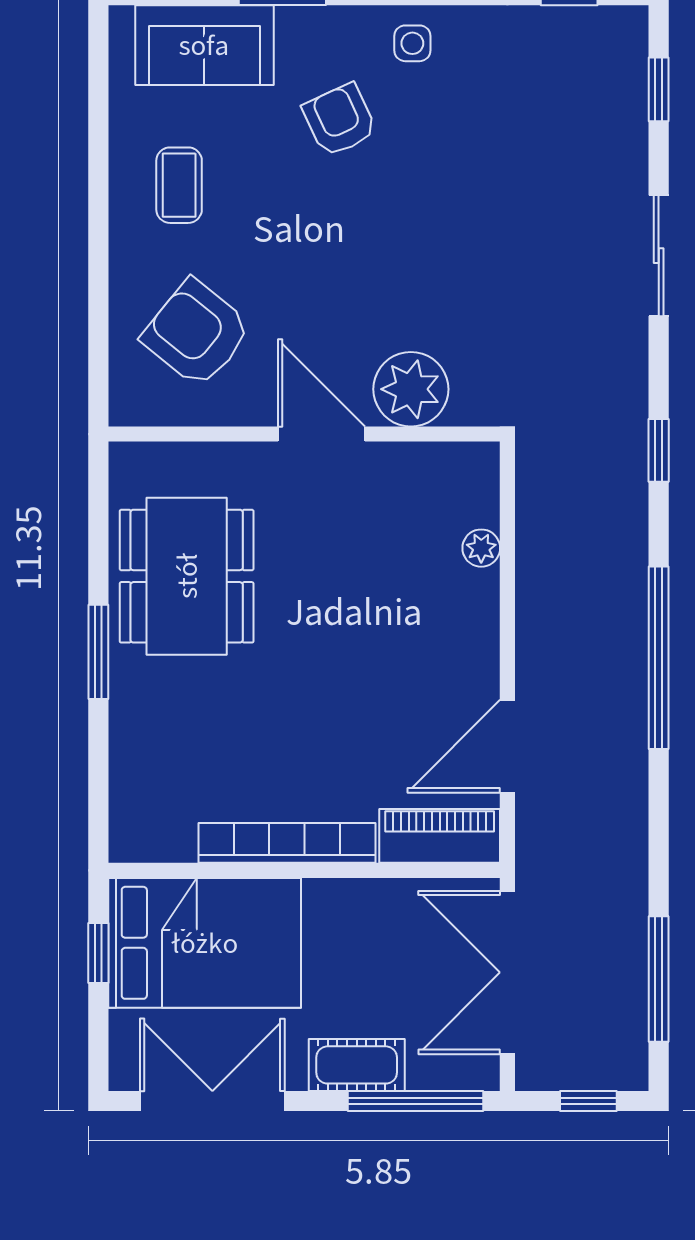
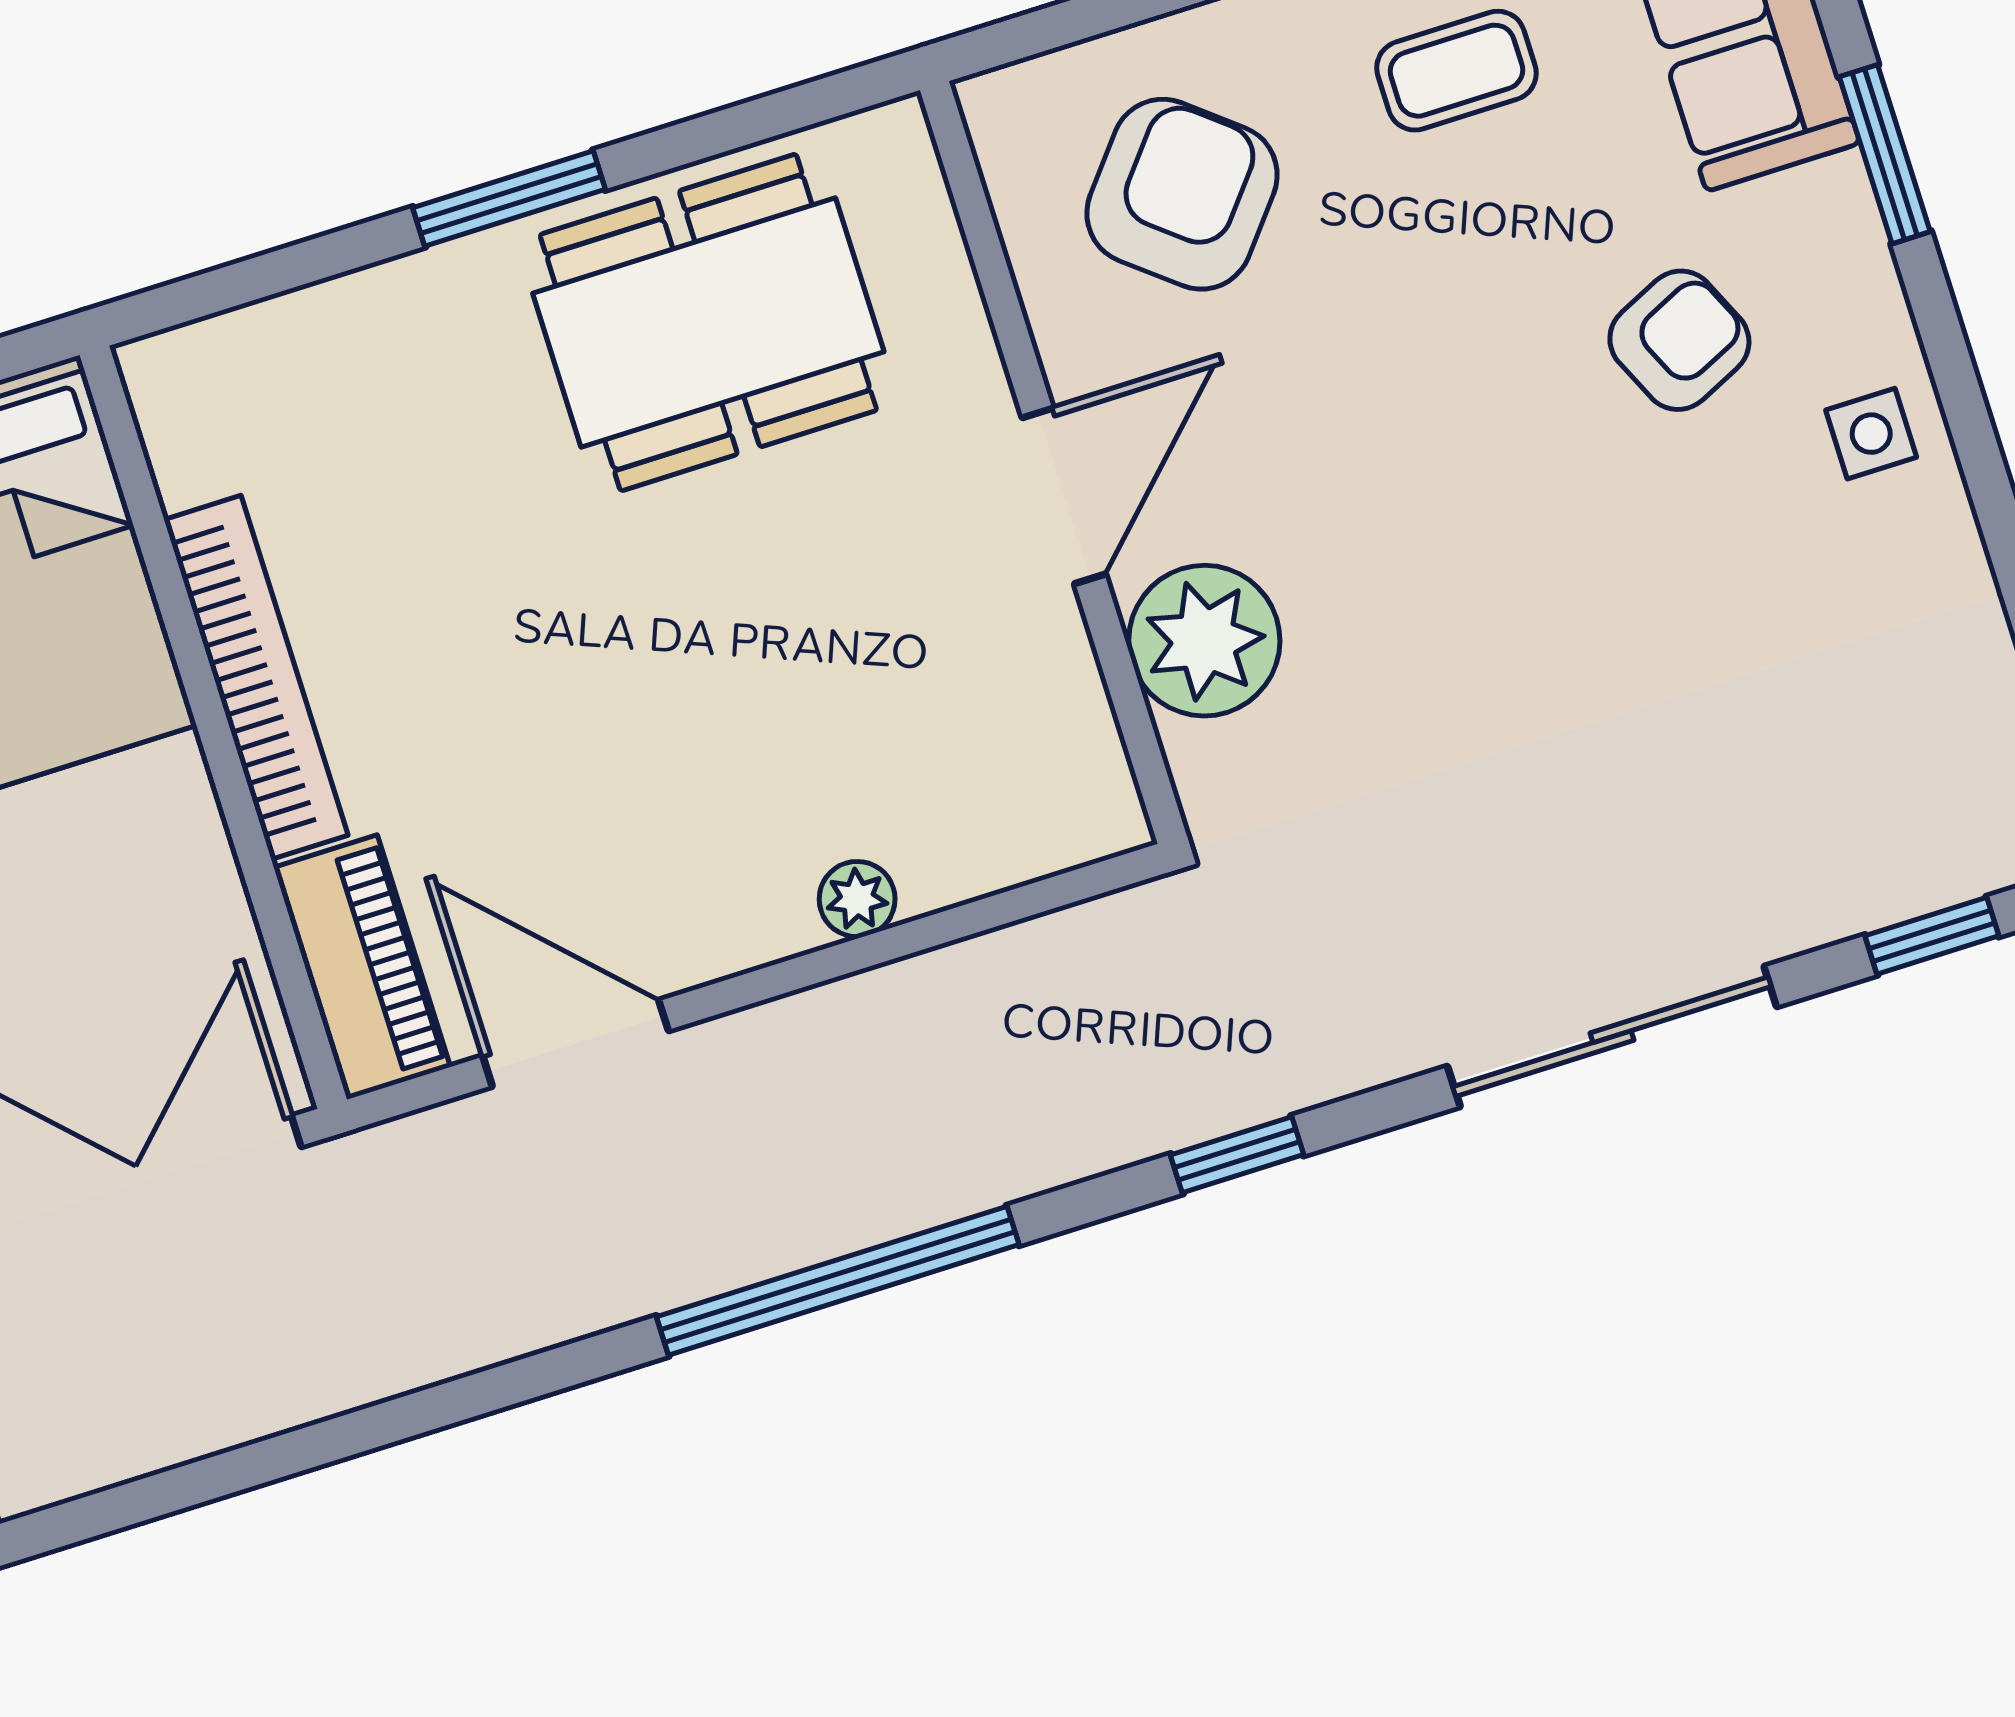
sliding door: (659, 256) -> (1612, 1037), width x1.37
plant: (481, 548) -> (857, 899), moved
window: (659, 979) -> (219, 1476), removed

